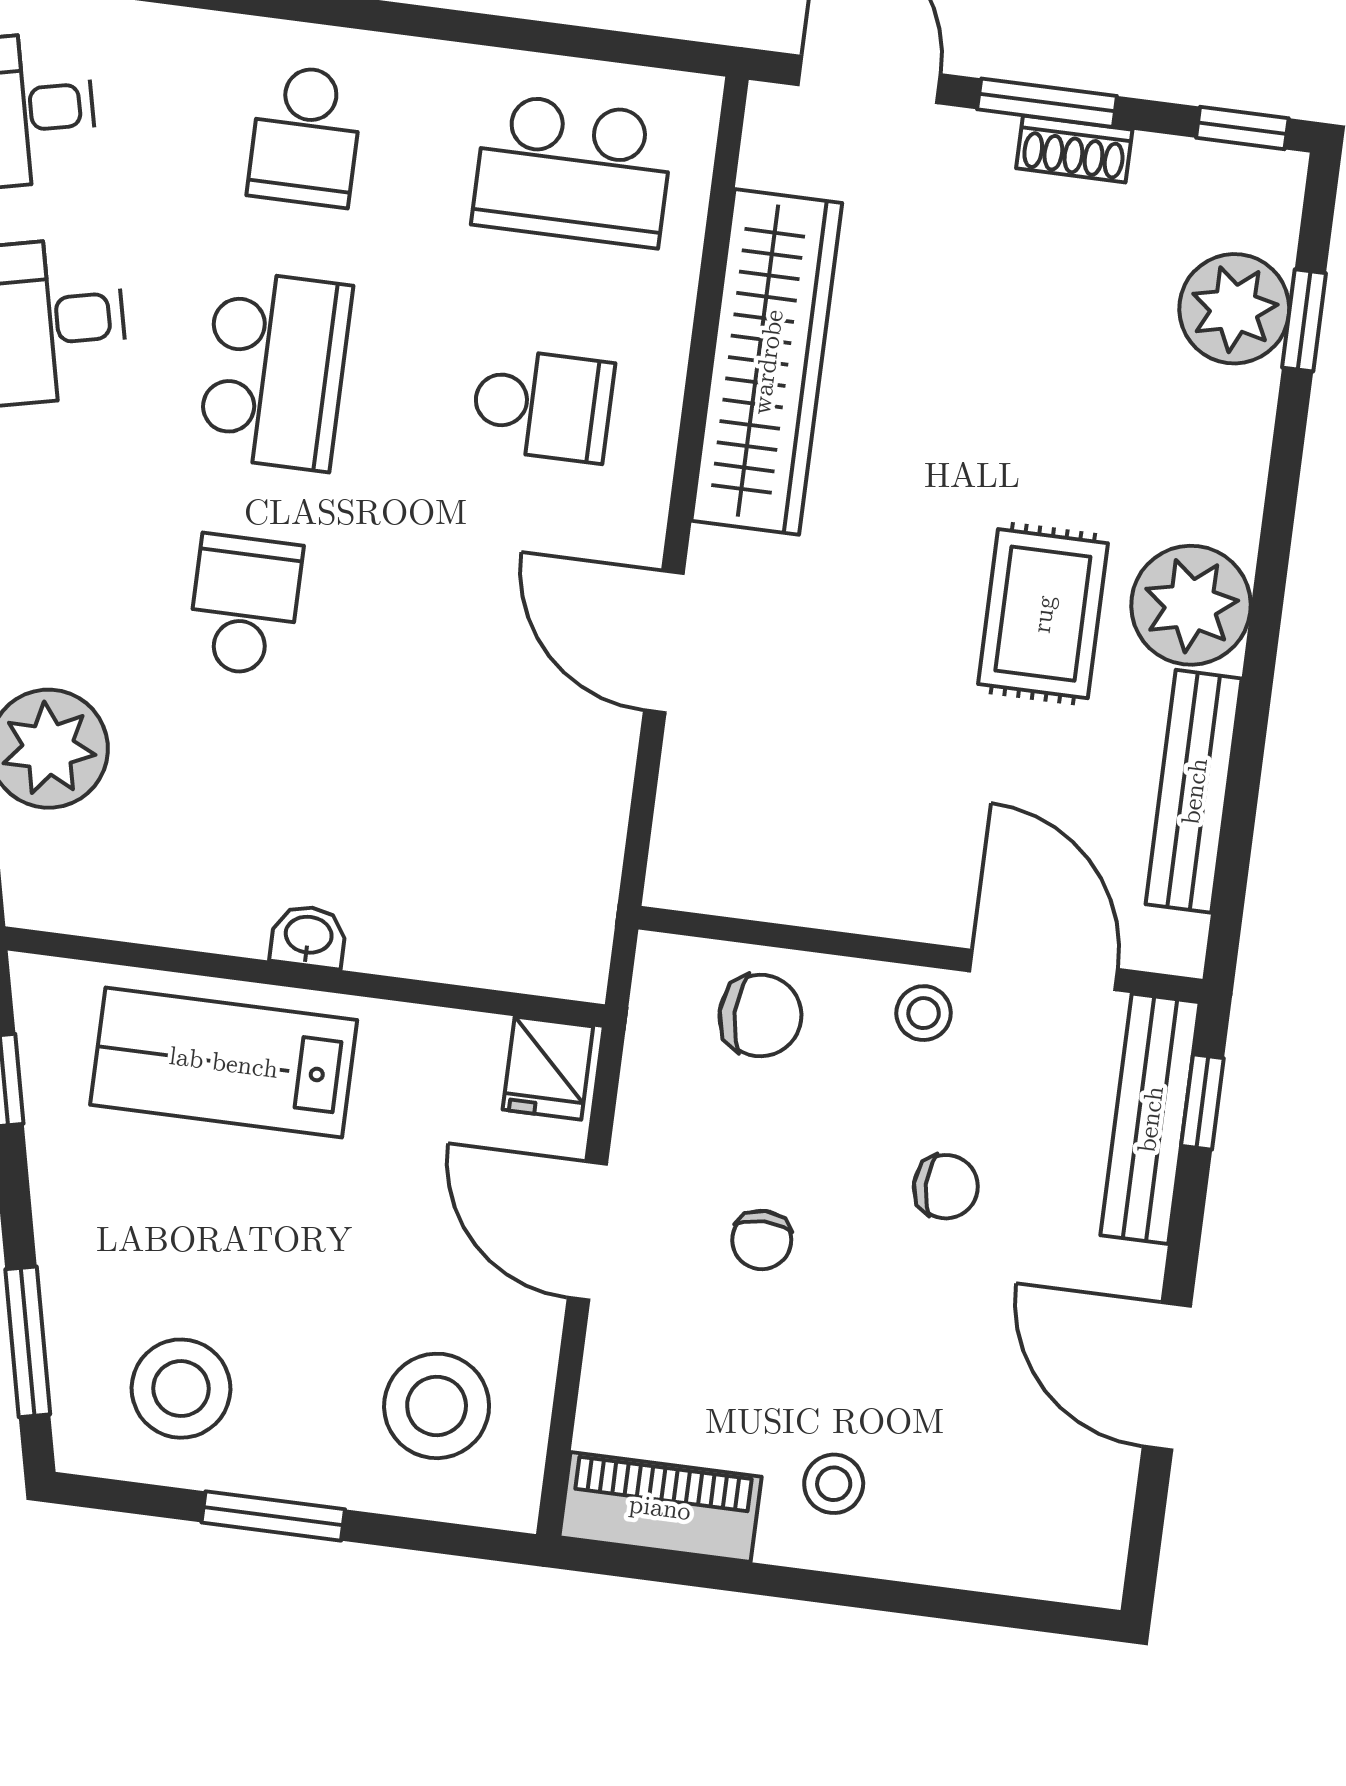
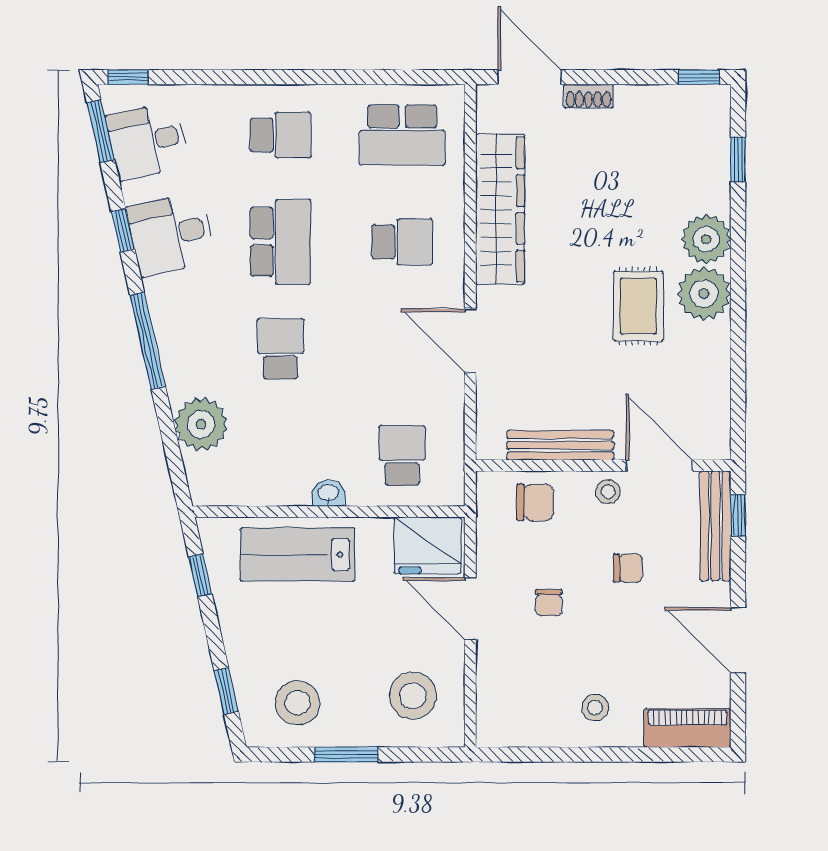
window: (1047, 103) -> (610, 77), removed
school desk: (306, 136) -> (280, 135), turned -90
shoe rack: (1074, 149) -> (589, 96), moved
plant: (1234, 309) -> (706, 239), moved
bench: (1194, 791) -> (560, 445), moved, turned 90
school desk: (482, 875) -> (402, 455), added
fridge: (548, 1068) -> (427, 545), width x1.88, depth x1.34
window: (28, 1342) -> (226, 691), width x0.67
piano: (660, 1507) -> (687, 728), moved

